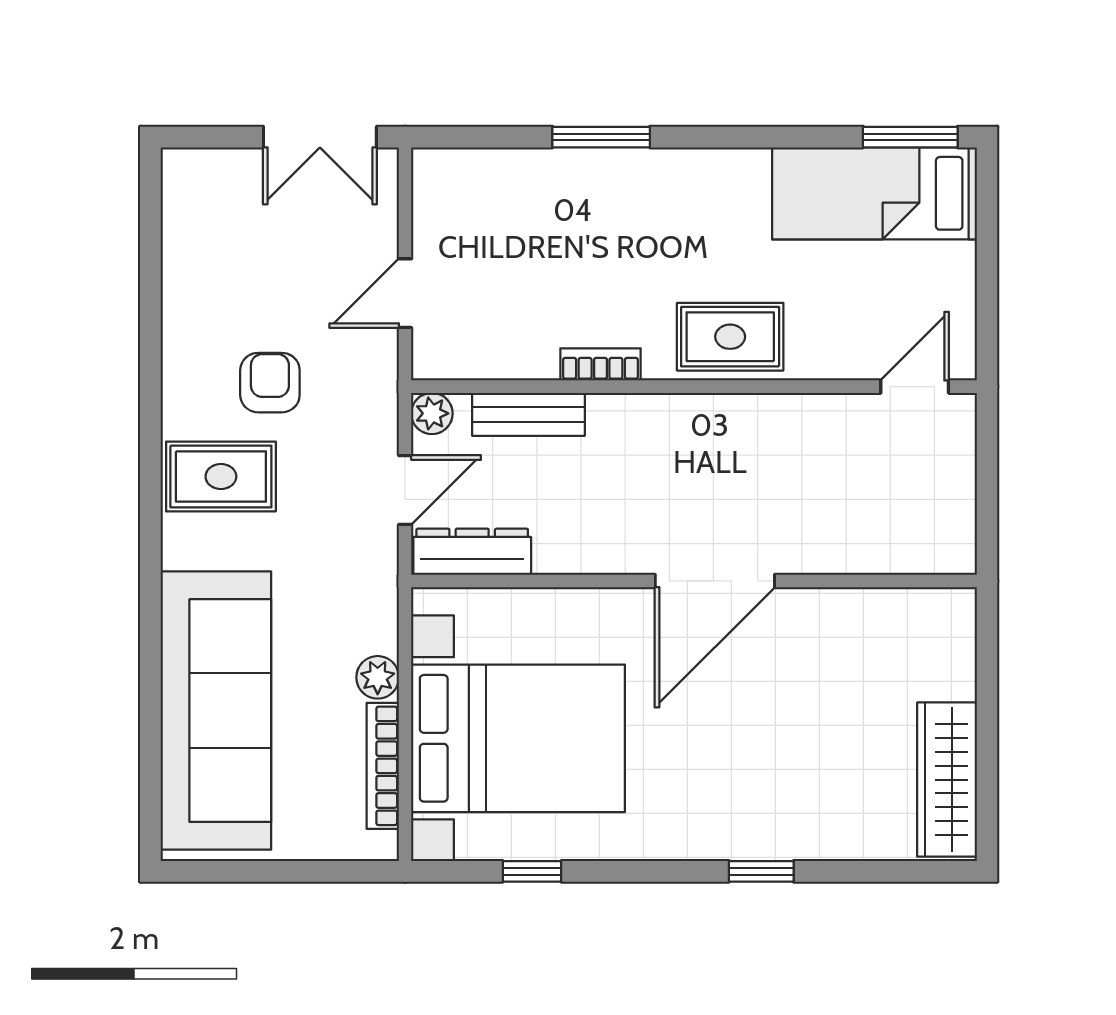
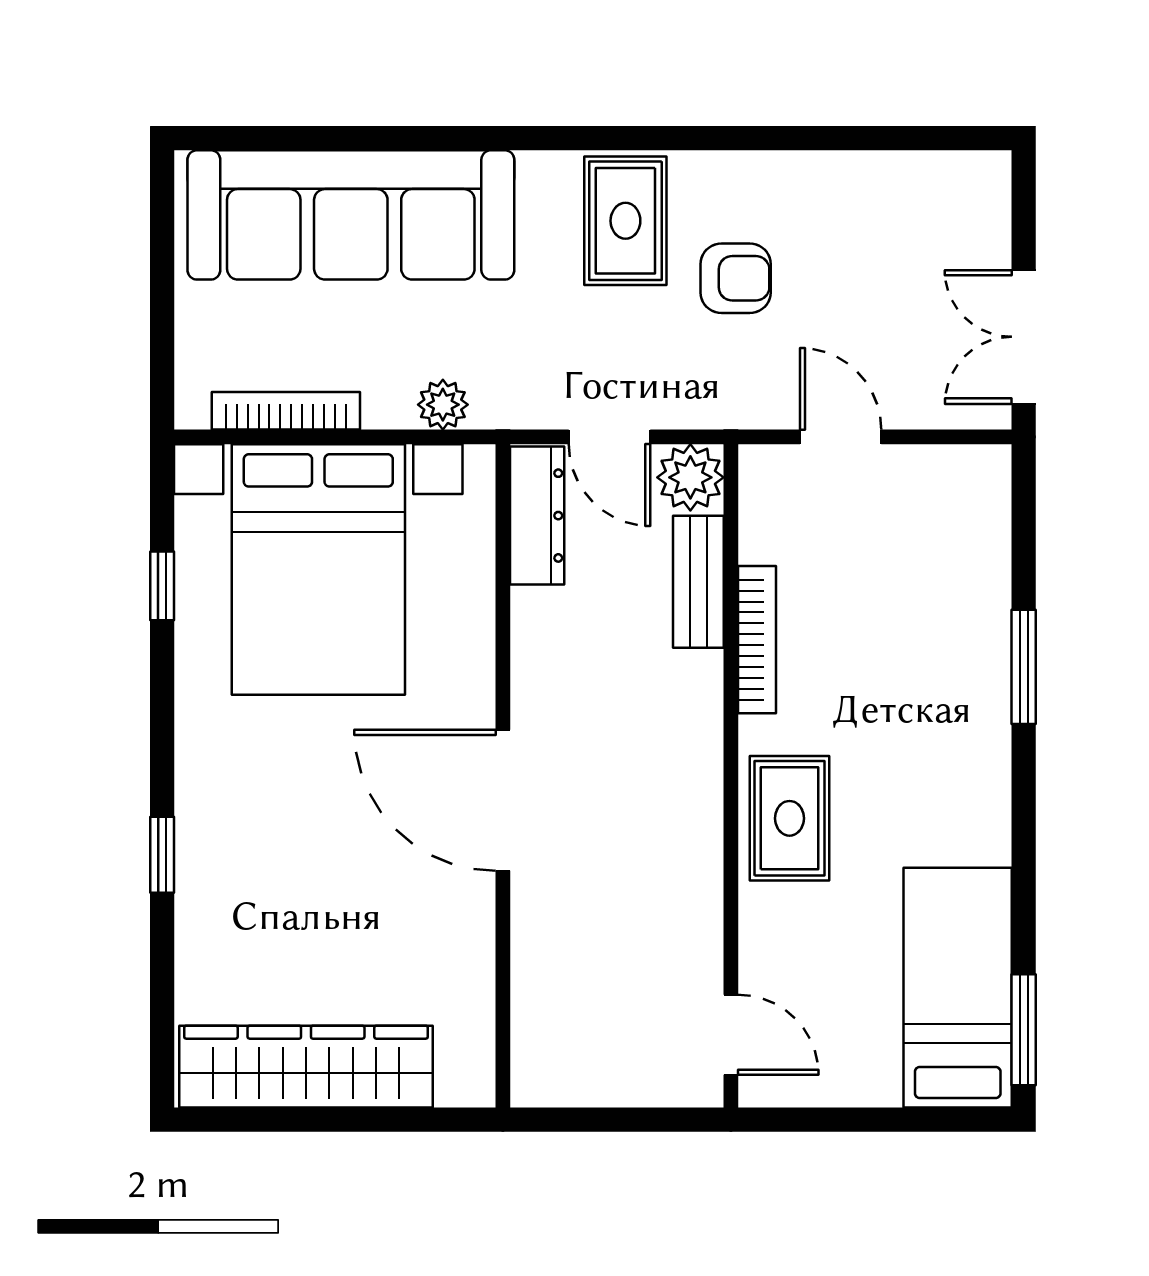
bookcase: (601, 364) -> (757, 640), width x1.56
plant: (432, 413) -> (690, 477), width x1.38, depth x1.38
plant: (378, 677) -> (443, 405), moved
wardrobe: (947, 780) -> (306, 1067), width x1.40, depth x1.17

